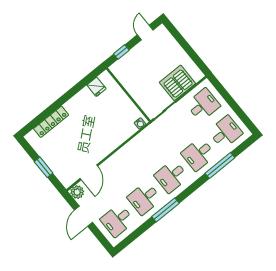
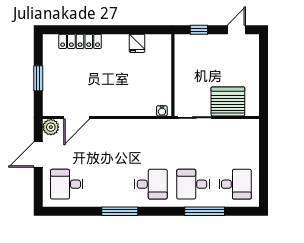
fridge: (96, 87) -> (137, 43), moved
desk: (203, 105) -> (235, 142), removed
desk: (171, 176) -> (151, 184), turned 180
desk: (144, 198) -> (109, 184), removed

